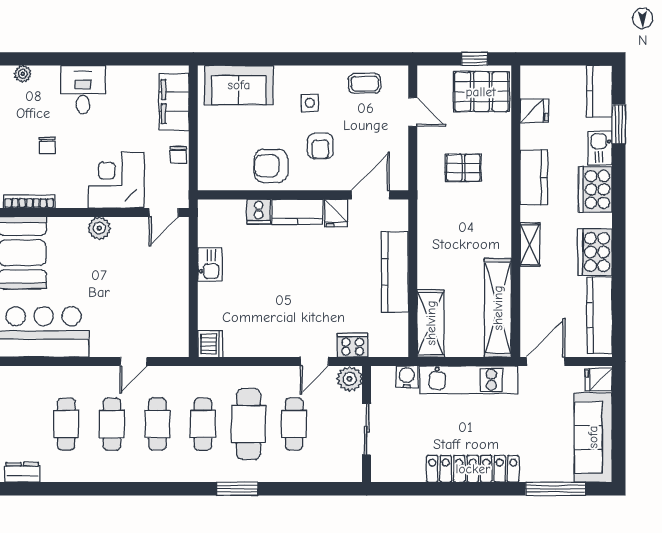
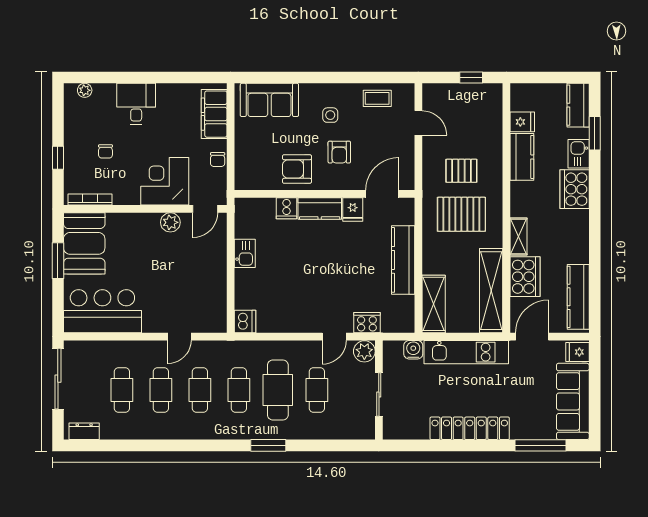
pallet: (481, 92) -> (461, 214), moved
kitchen counter: (534, 178) -> (522, 157), moved
plant: (99, 228) -> (170, 222), moved
cooker: (595, 252) -> (525, 277), moved, turned 180

